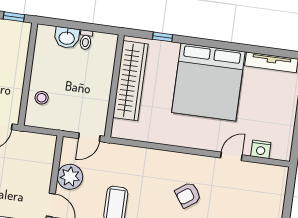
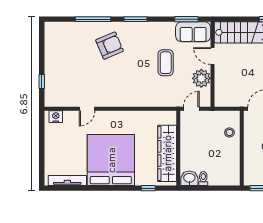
washbasin: (67, 38) -> (189, 178), moved
nightstand: (261, 149) -> (56, 117), moved
armchair: (188, 195) -> (115, 77), removed
window: (288, 202) -> (42, 82), added

